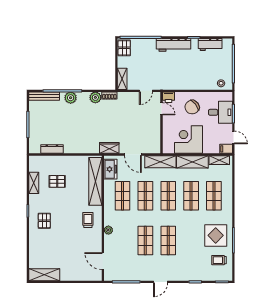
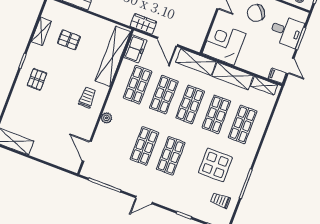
corner desk: (188, 140) -> (224, 44), moved
display table: (216, 235) -> (215, 165), moved

